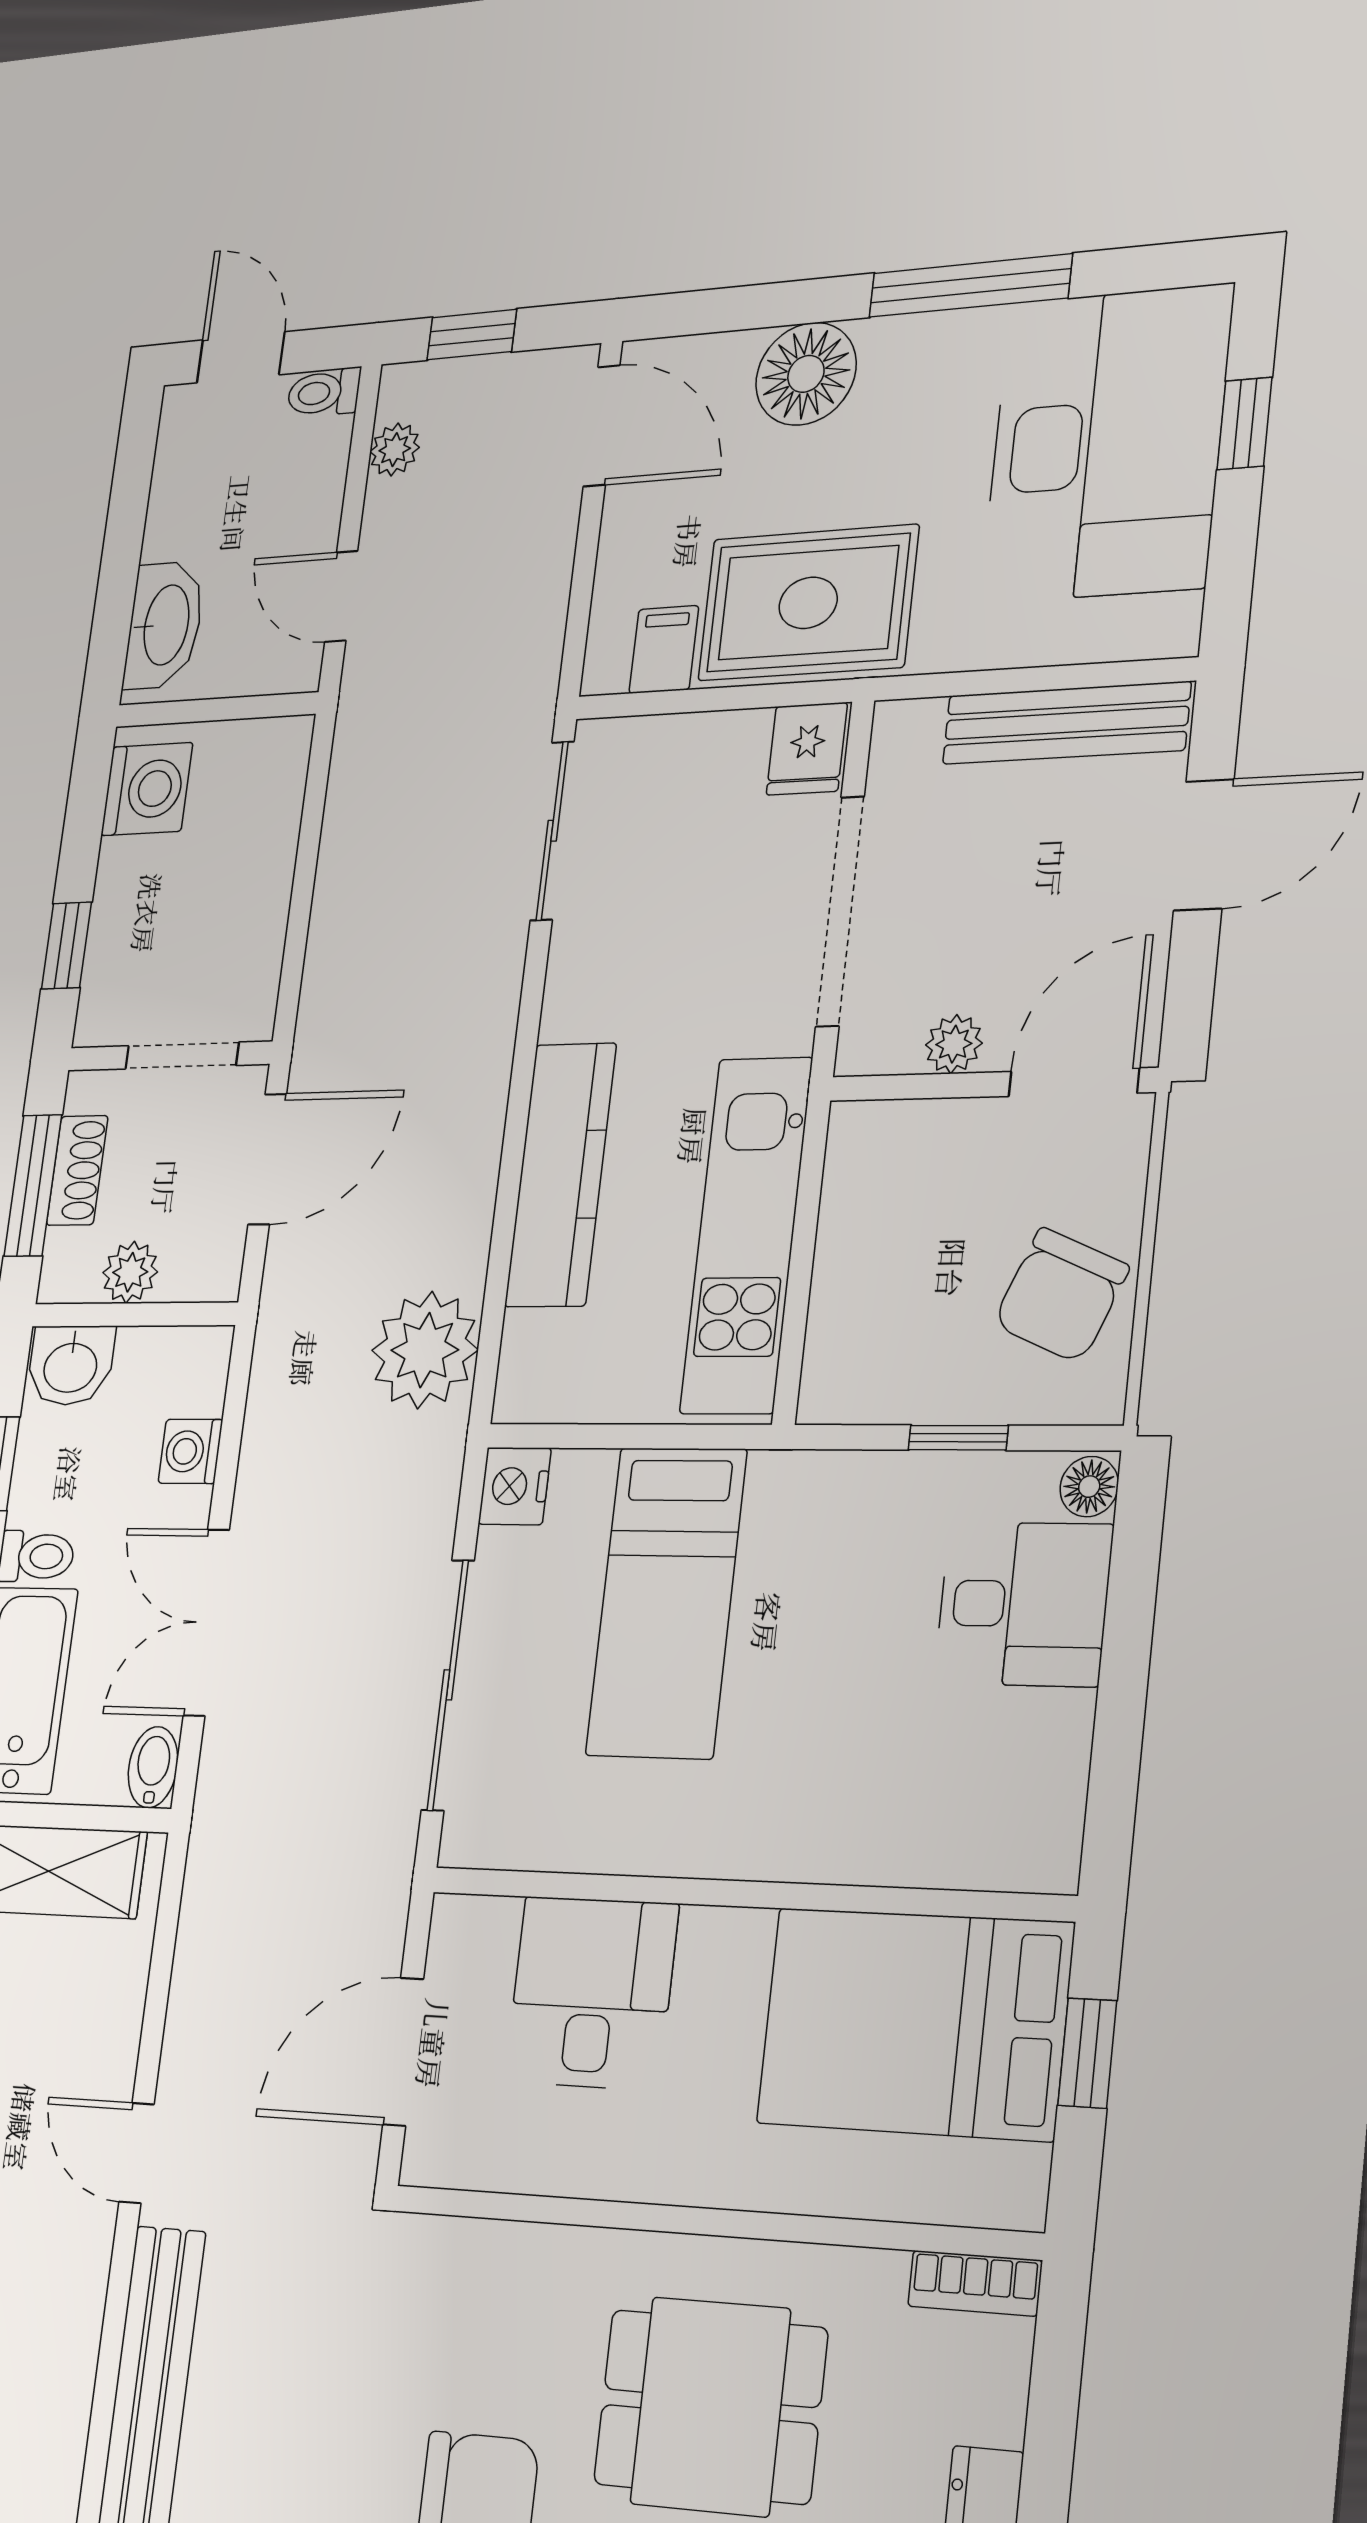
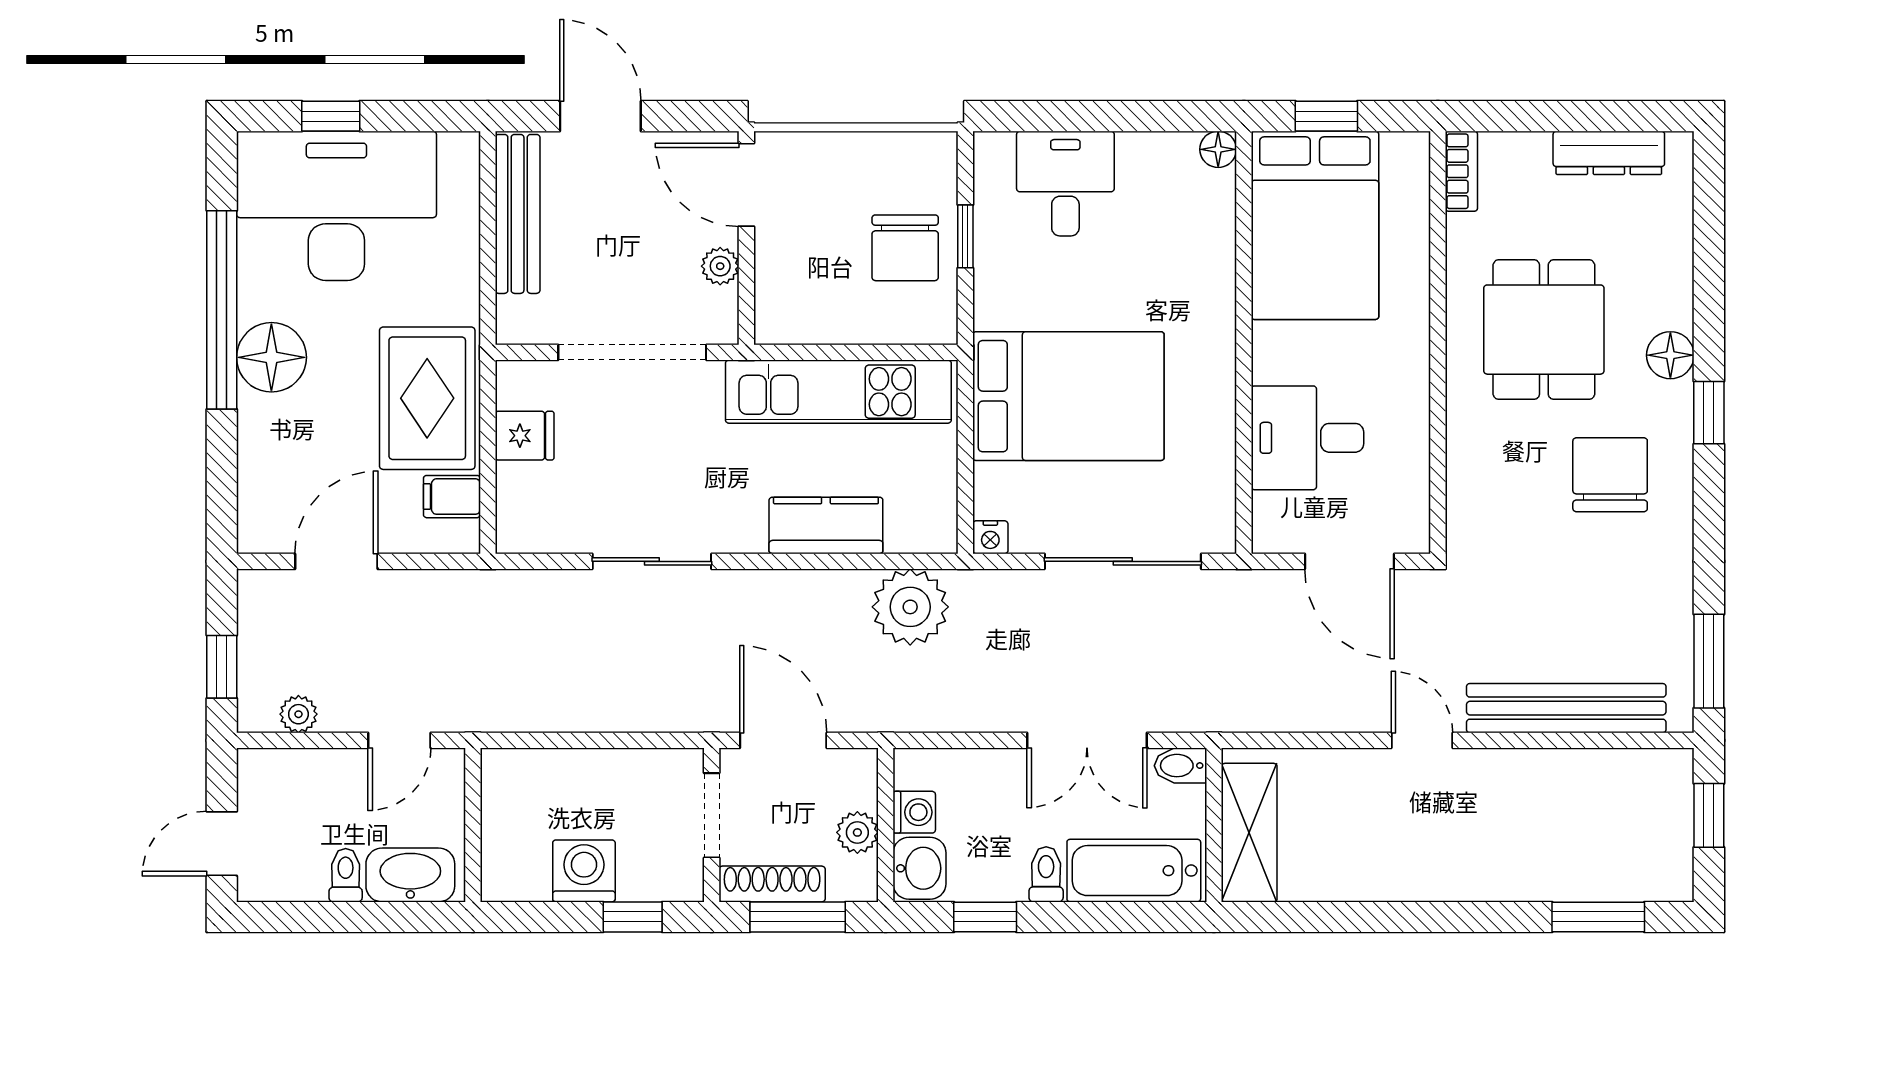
window: (970, 286) -> (222, 310), width x1.46
floor lamp: (806, 374) -> (271, 357), moved
toilet: (324, 393) -> (346, 875), moved, turned 180
door: (602, 426) -> (336, 561), moved
fridge: (807, 749) -> (525, 436), moved
washing machine: (147, 789) -> (584, 871), moved
sliding door: (552, 831) -> (652, 561), moved
shoe rack: (77, 1170) -> (772, 884), width x1.43
kitchen counter: (561, 1175) -> (826, 525), width x0.67
chair: (1061, 1295) -> (905, 248), moved, turned 67
washing machine: (190, 1451) -> (914, 812), moved, turned -90
nightstand: (515, 1486) -> (990, 537), width x0.72, depth x0.74
floor lamp: (1089, 1487) -> (1218, 149), moved
bed: (666, 1602) -> (1068, 396), width x1.50
door: (137, 2153) -> (1422, 740), swing flipped

